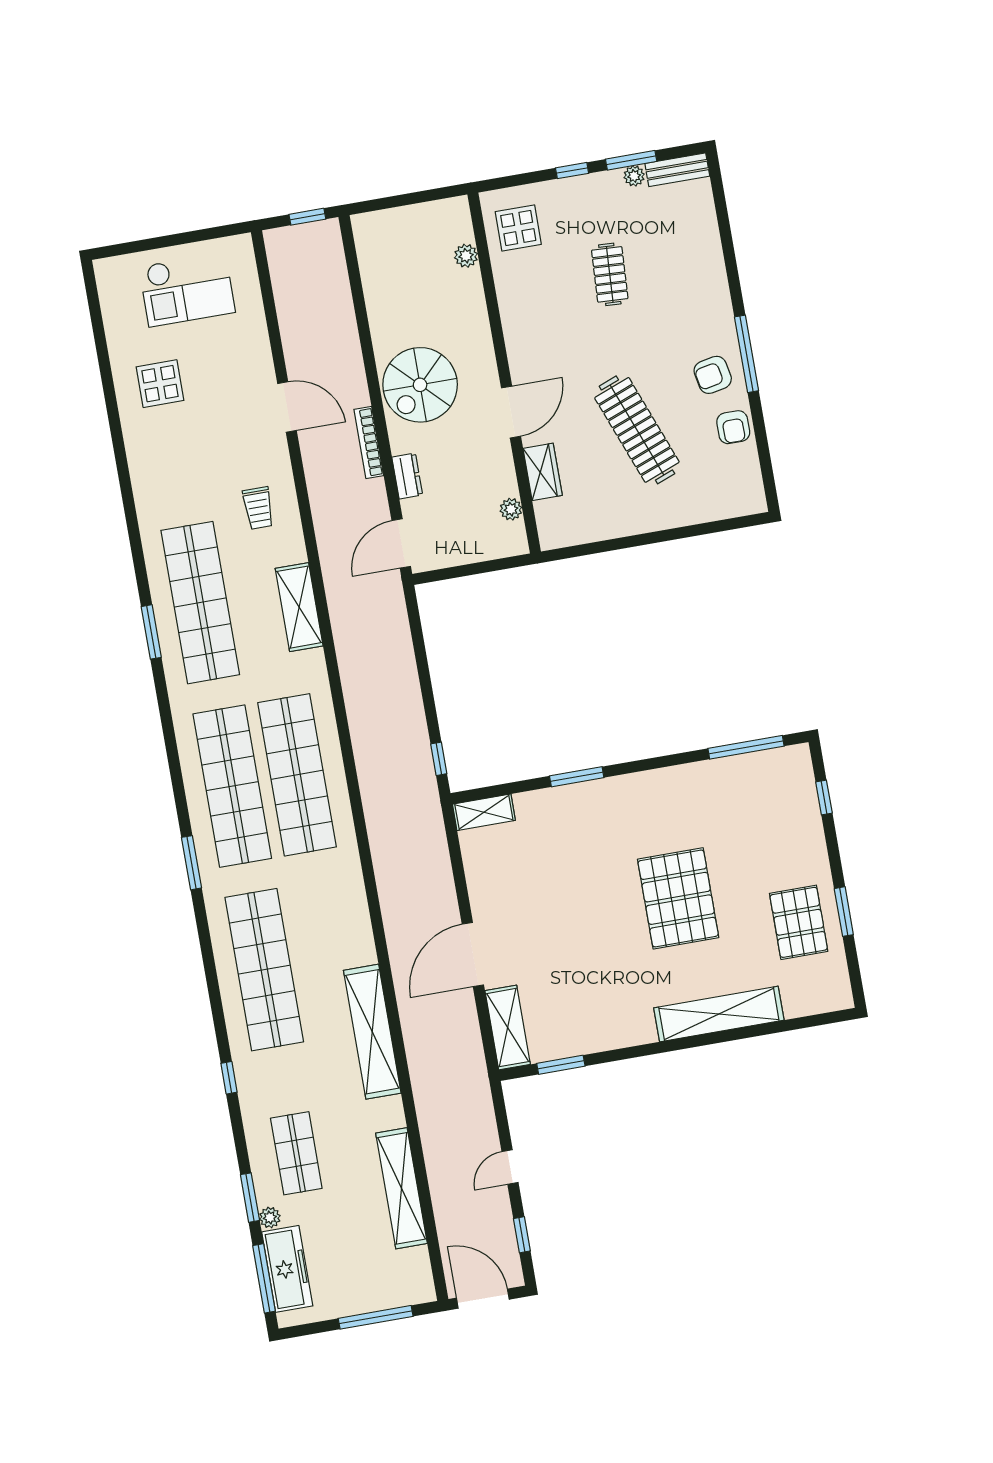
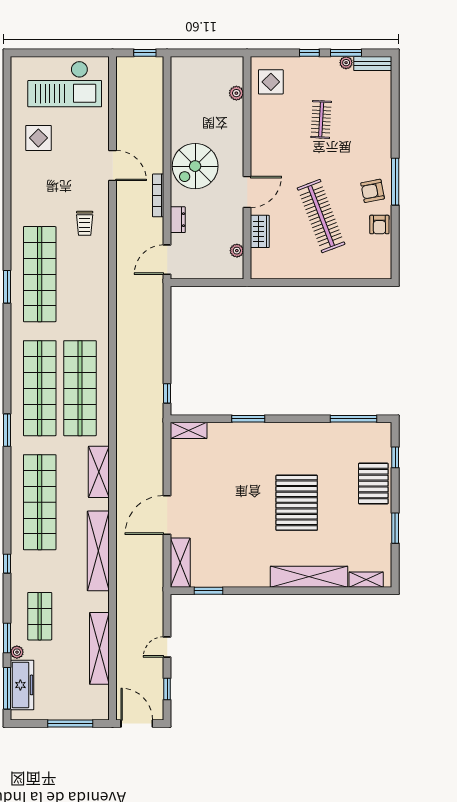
checkout: (187, 289) -> (65, 84), width x1.36, depth x1.21
shelving: (299, 607) -> (99, 472), moved
pallet: (799, 922) -> (373, 484), moved
shelving: (812, 1003) -> (366, 580), added

